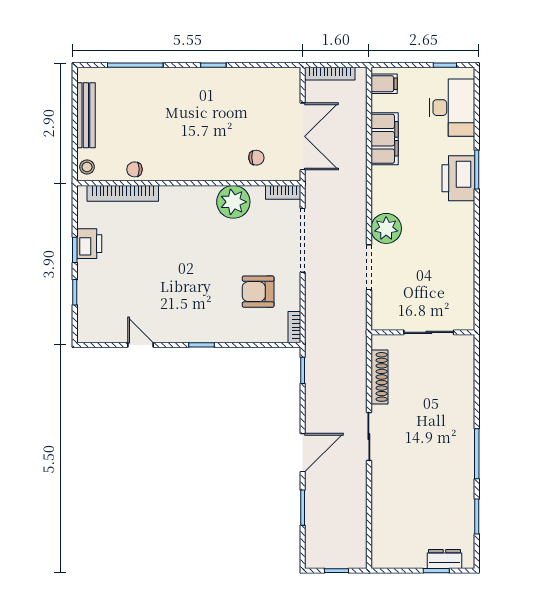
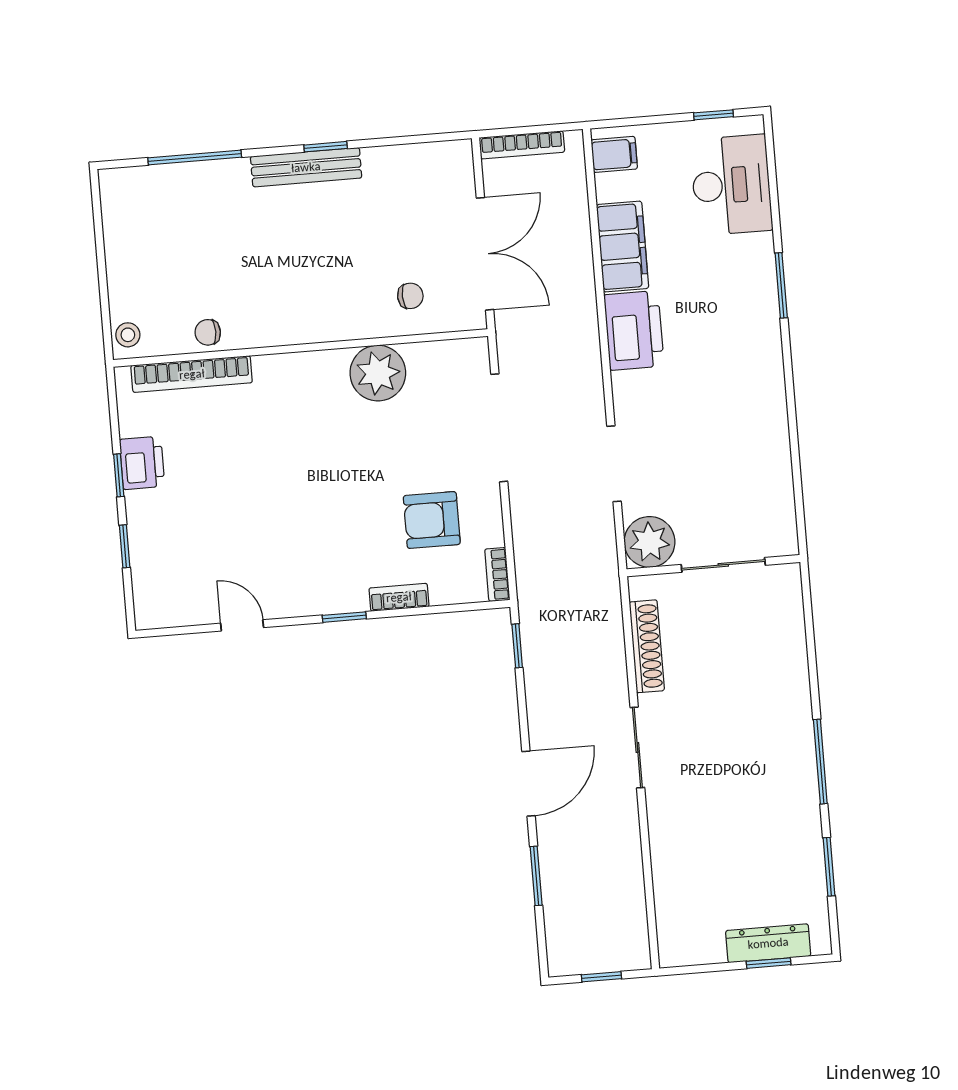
bench: (86, 115) -> (306, 167), moved, turned 90
printer: (458, 178) -> (634, 330), moved, turned 180
bookcase: (283, 192) -> (399, 597), moved, turned 180
plant: (386, 228) -> (650, 542), moved
dresser: (444, 559) -> (768, 943), width x1.44

